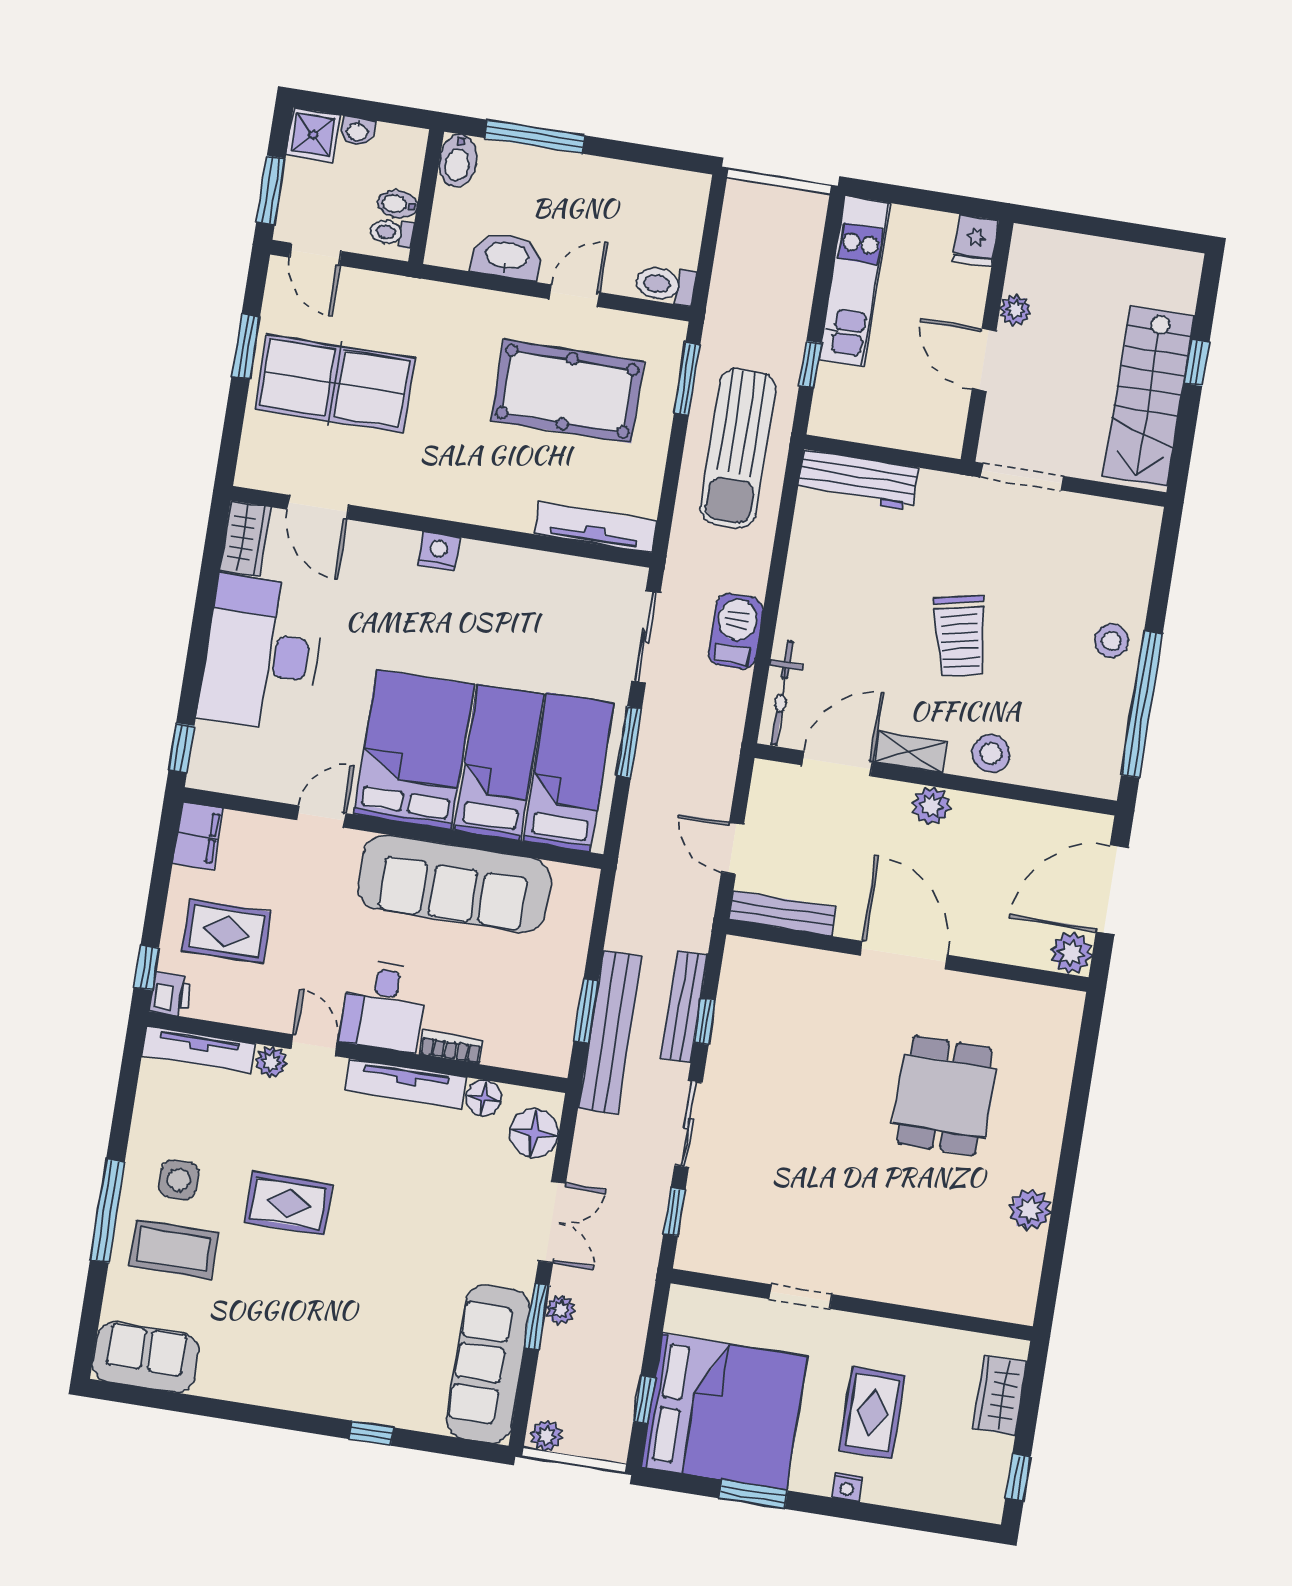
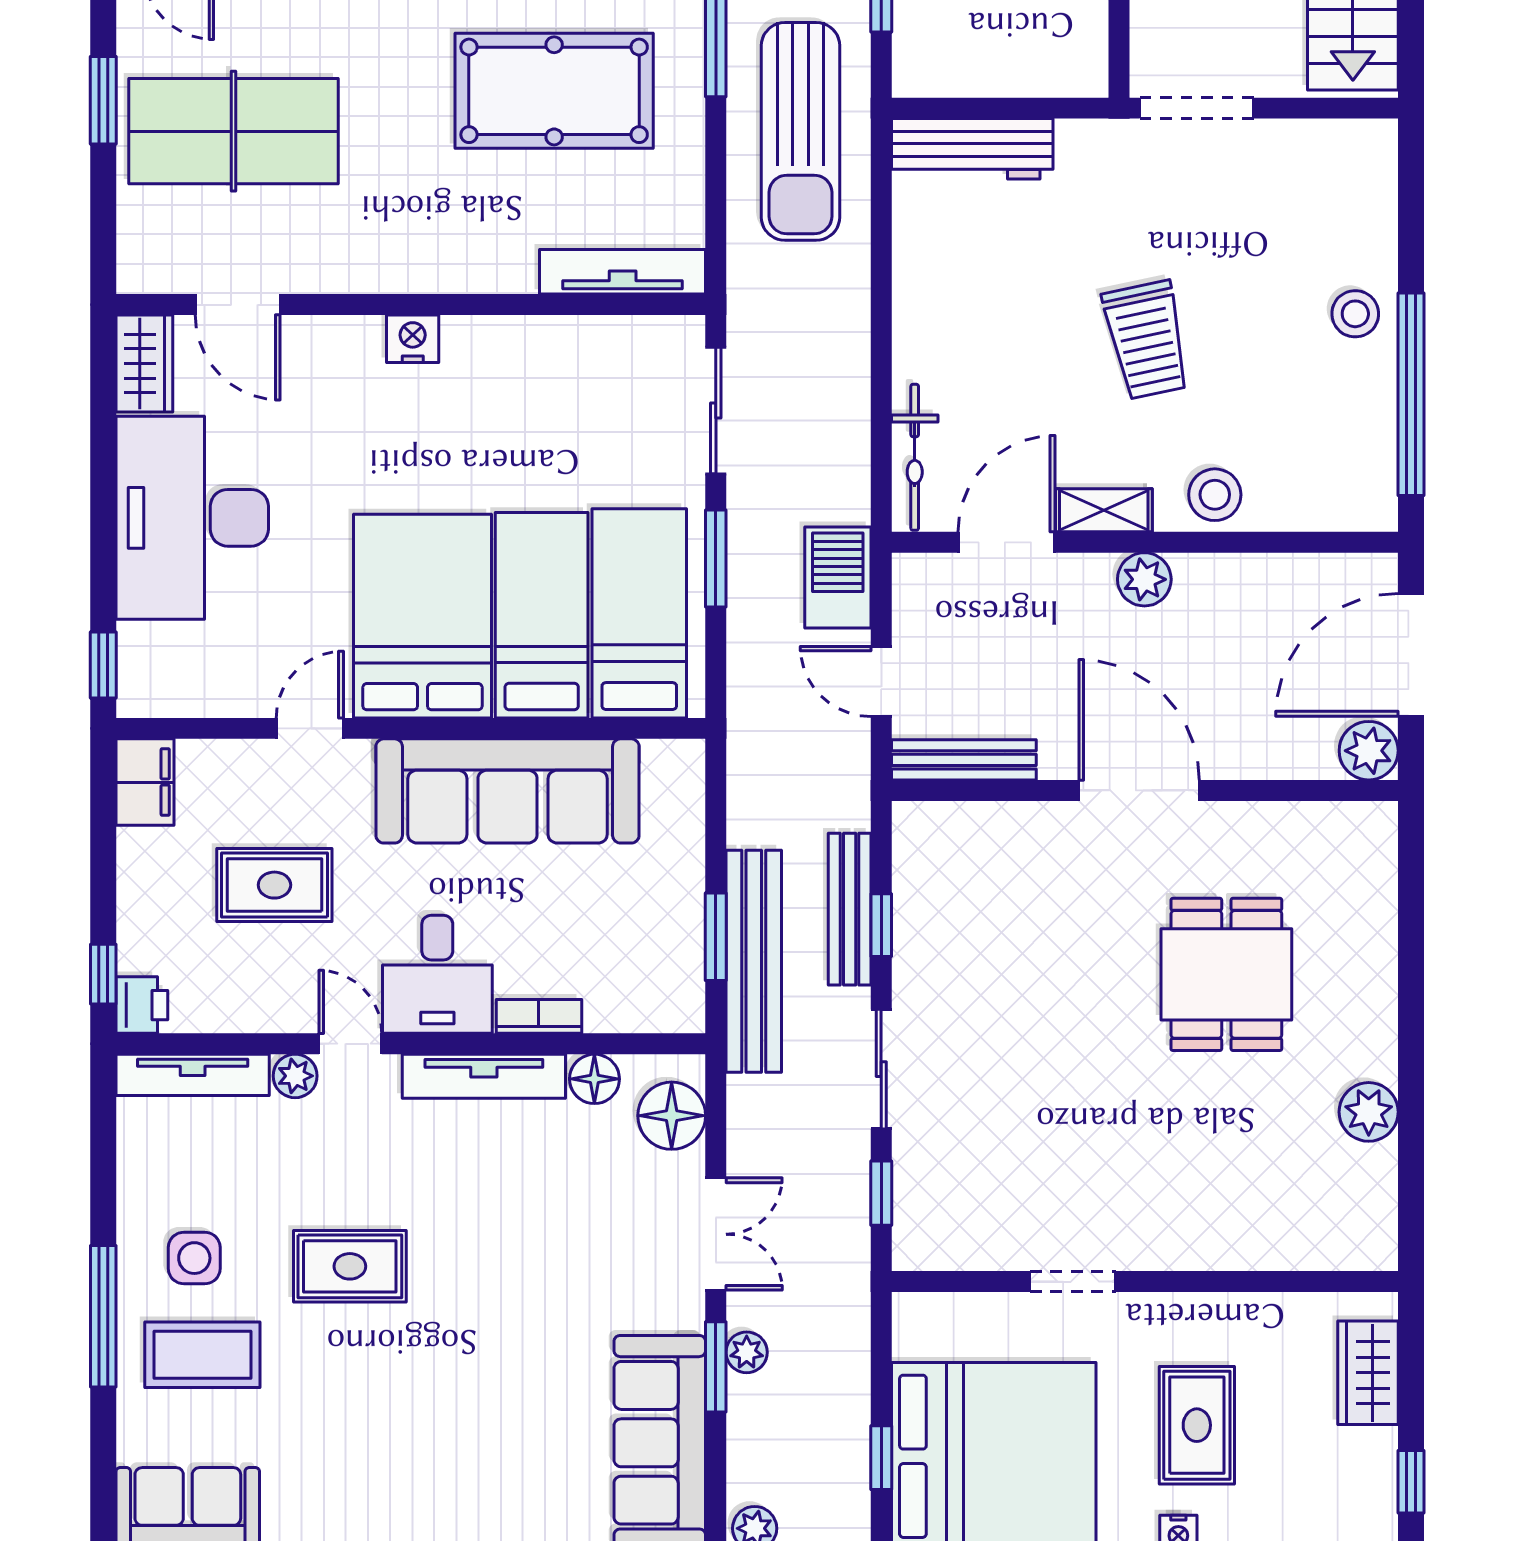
barbecue: (736, 631) -> (838, 577), moved
rug: (226, 931) -> (274, 885), moved

